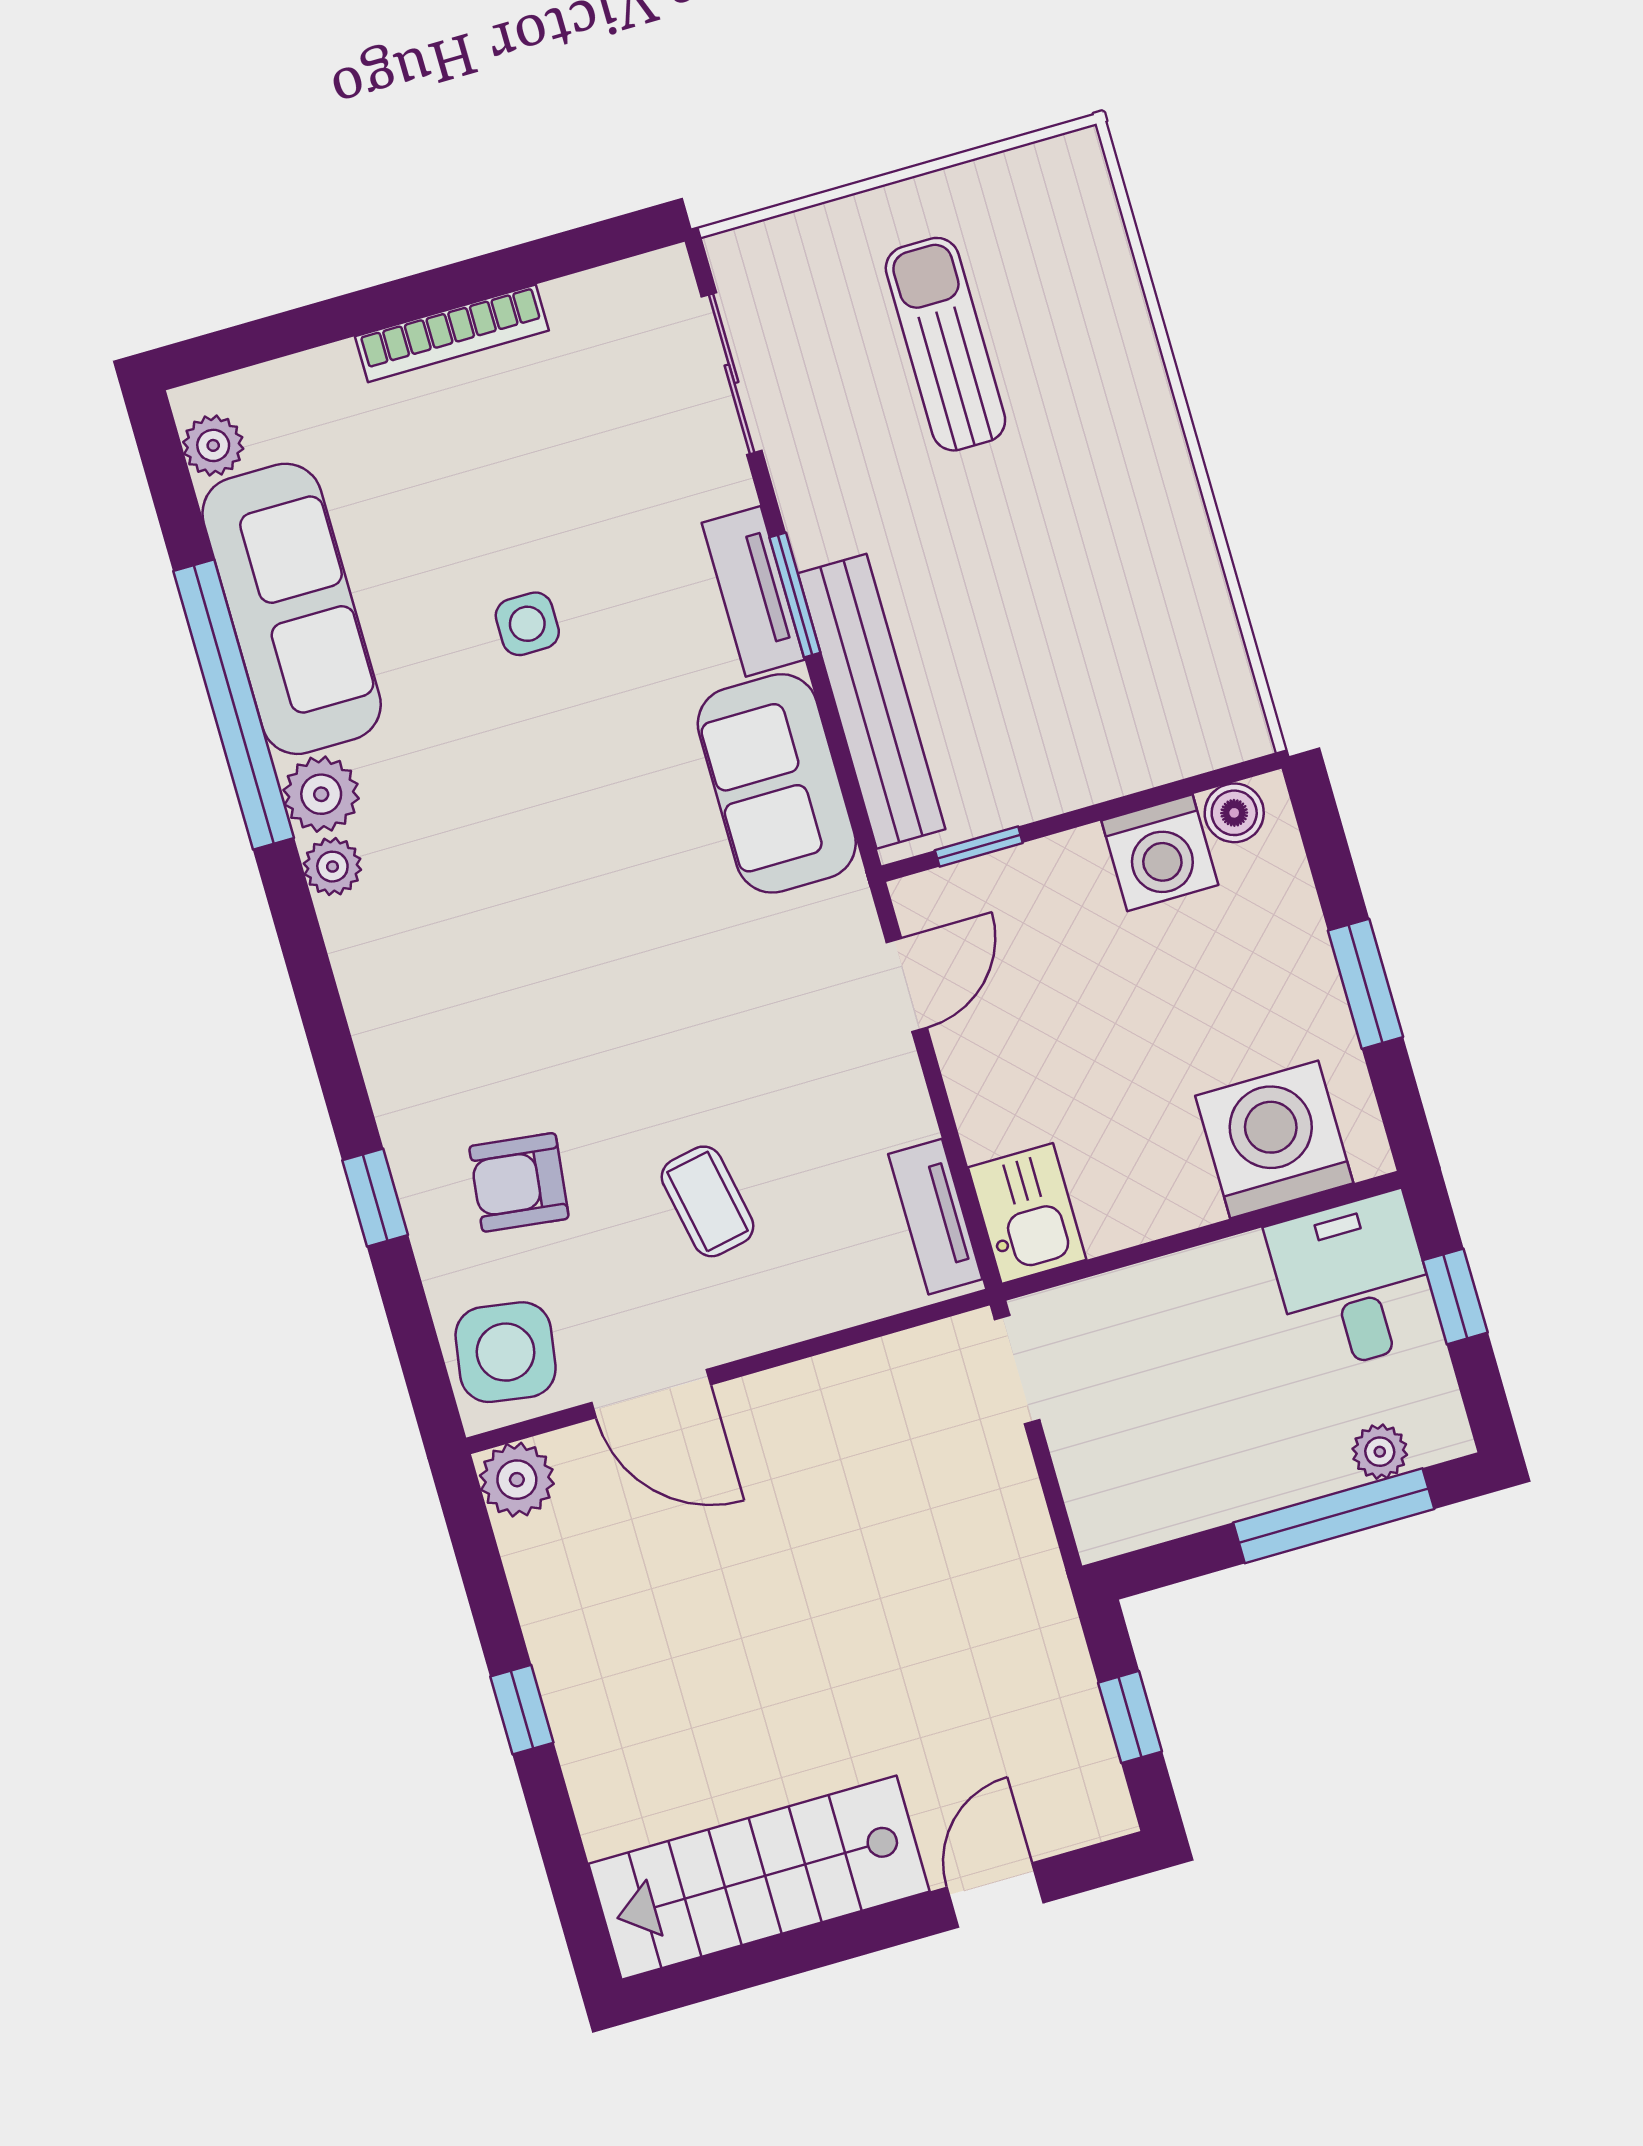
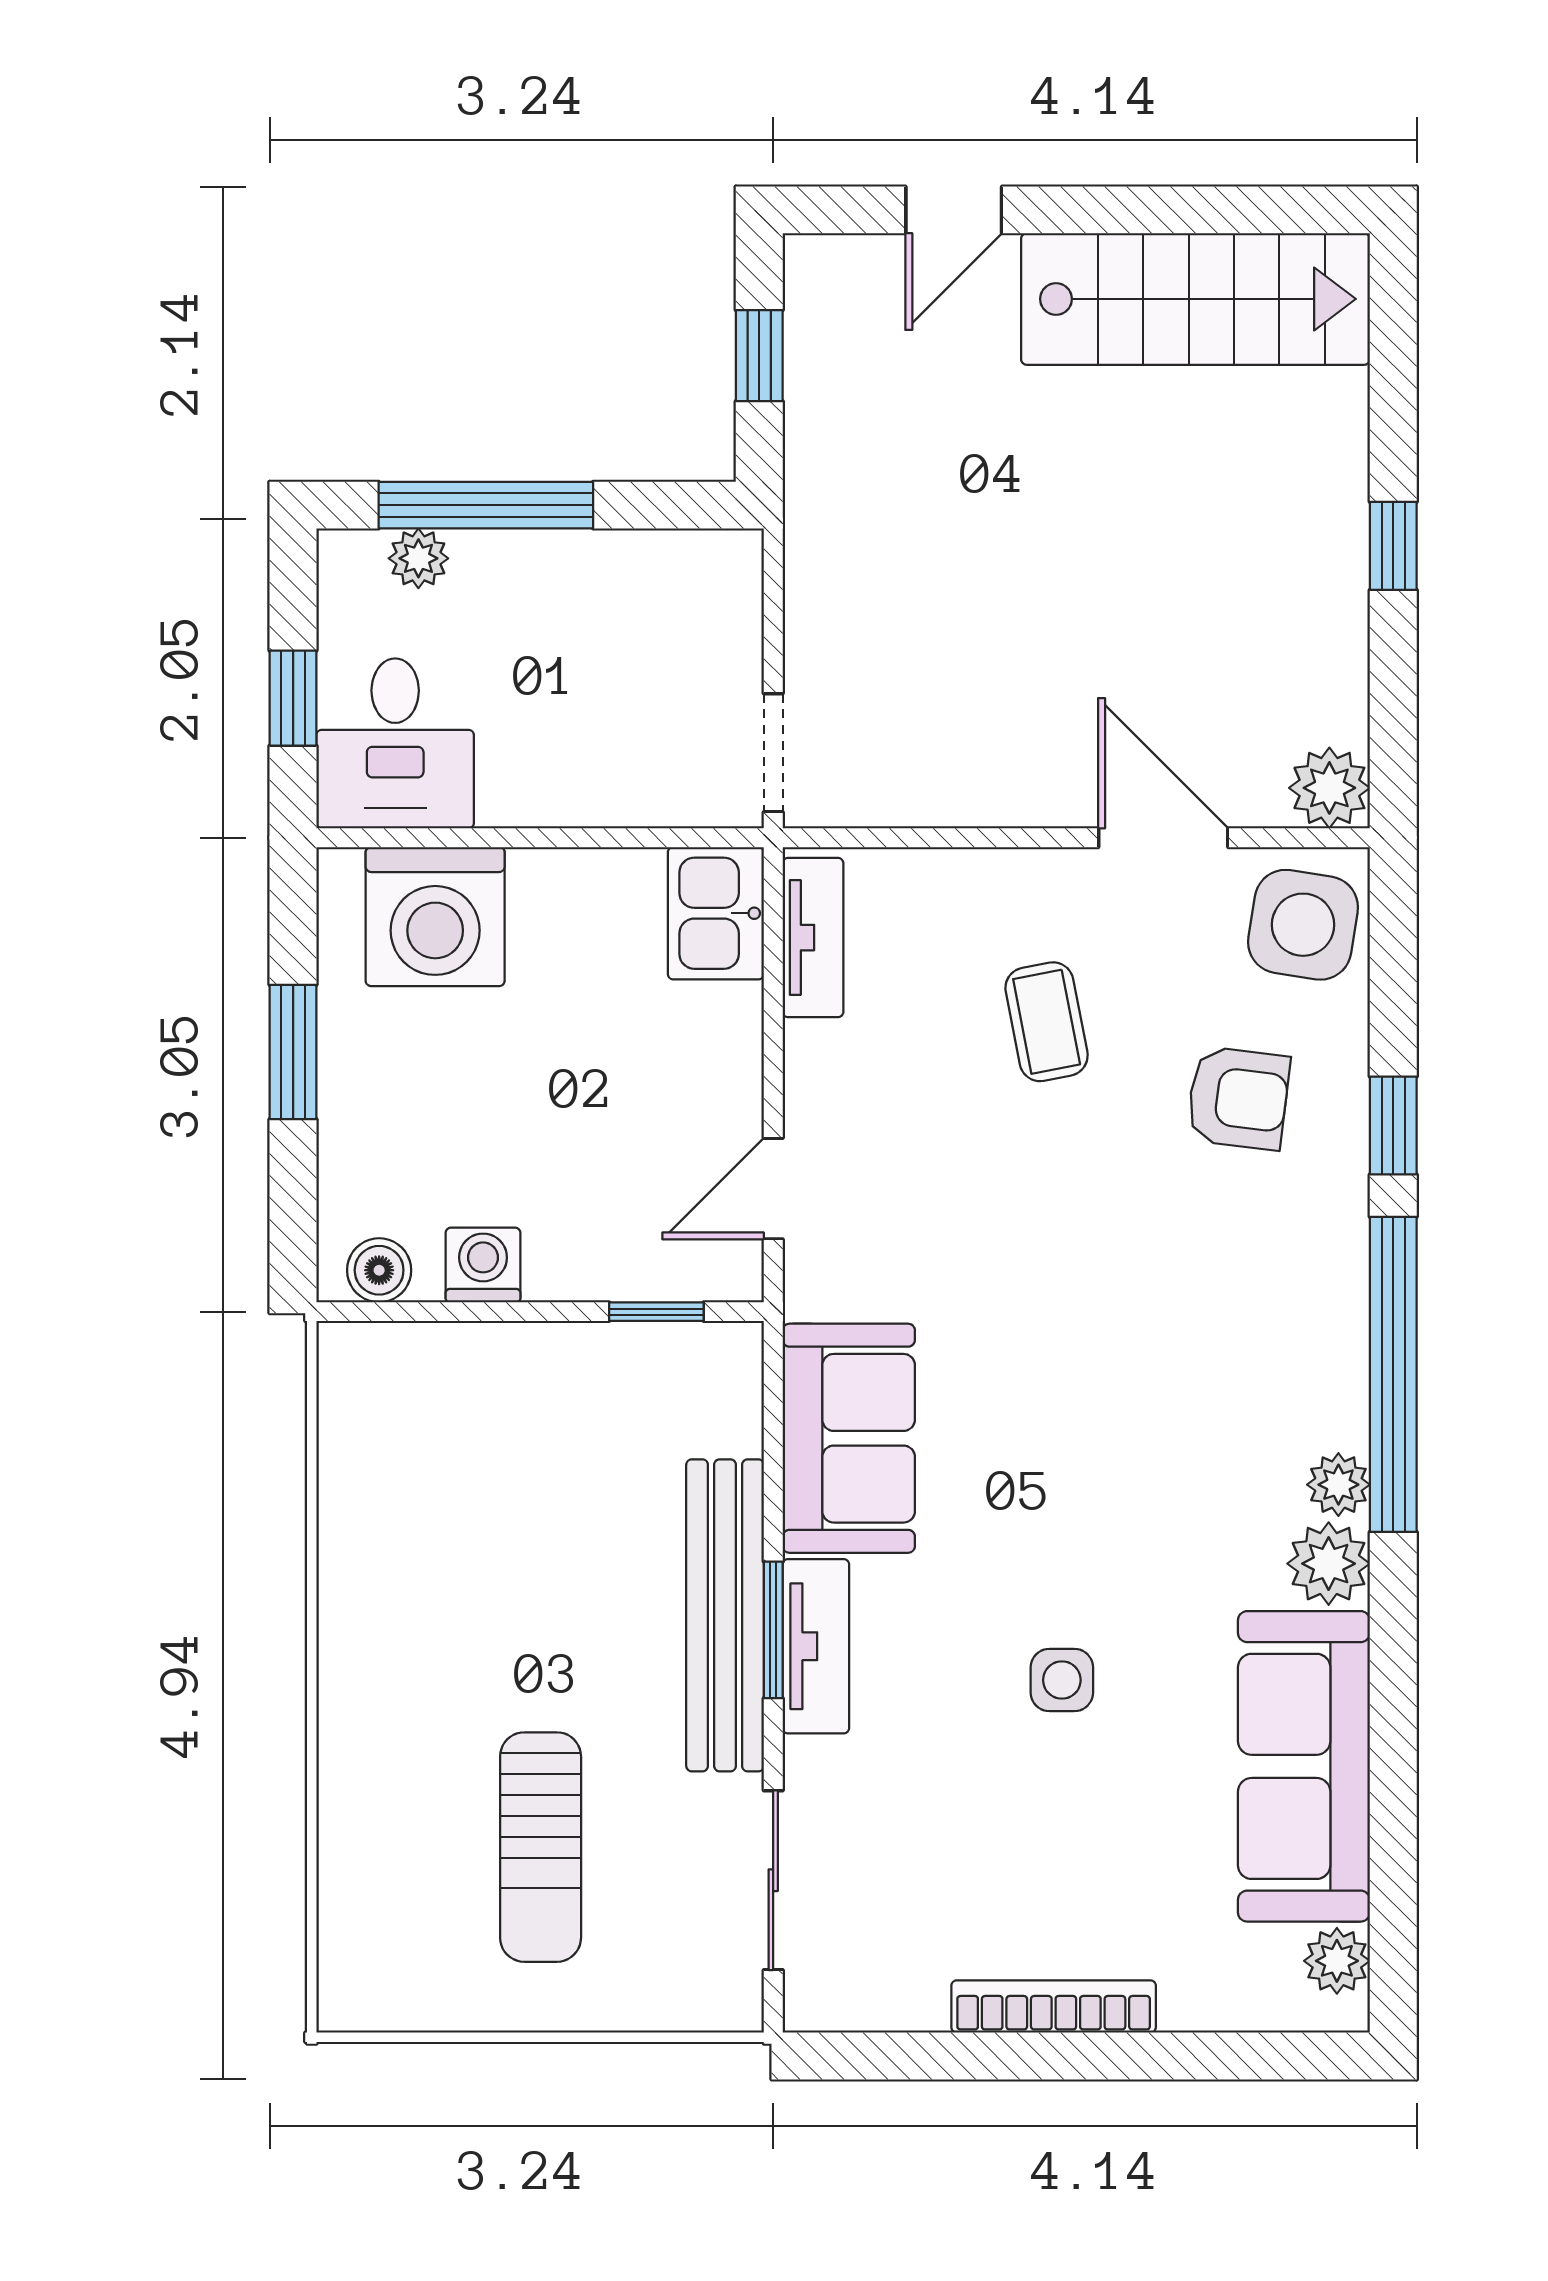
bench: (871, 701) -> (725, 1615), moved
window: (234, 704) -> (1393, 1374), moved
washing machine: (1160, 853) -> (483, 1265), width x0.73, depth x0.73

